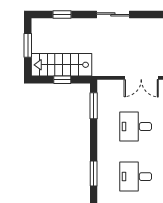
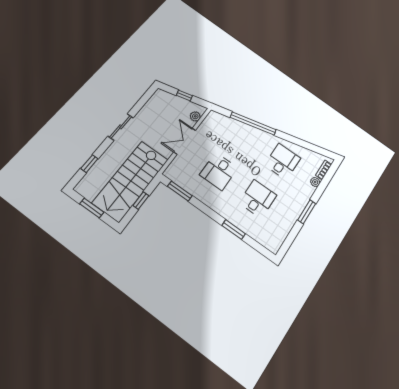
stairs: (61, 65) -> (131, 181), width x1.36, depth x1.51
double door: (141, 78) -> (185, 141), swing flipped
desk: (136, 177) -> (258, 199), turned 180

